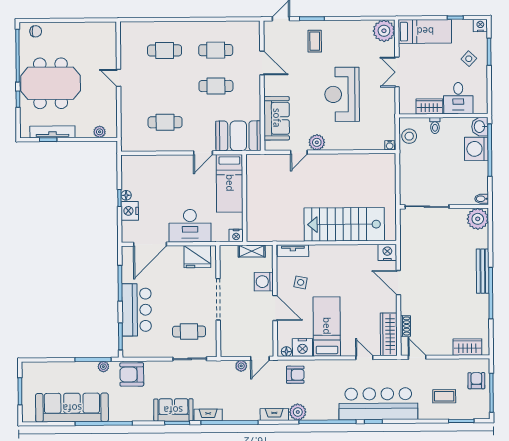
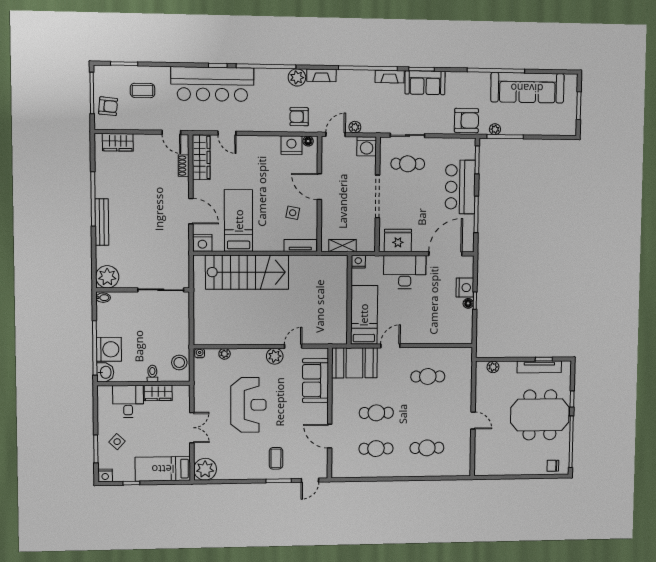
plant: (366, 145) -> (225, 354), added
washing machine: (264, 282) -> (367, 146), moved, turned 90
bed: (327, 326) -> (239, 221), moved, turned 180
armchair: (476, 381) -> (108, 106), turned -85

